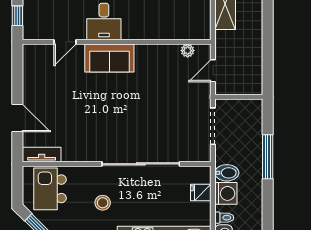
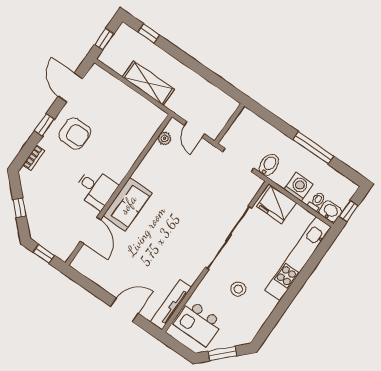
door: (65, 42) -> (90, 230), width x1.38
tv unit: (42, 154) -> (171, 305), width x1.41
window: (268, 157) -> (313, 148), moved
bidet: (227, 173) -> (269, 165), moved
fridge: (201, 193) -> (276, 205), width x1.88, depth x1.34

